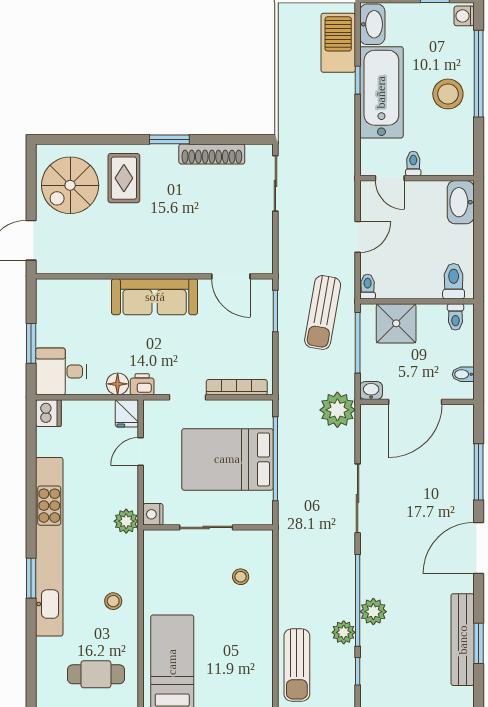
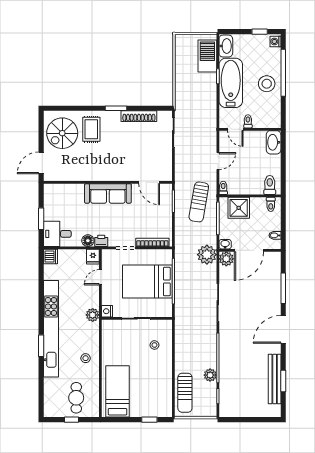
plant: (373, 612) -> (226, 259), moved
cafe table: (96, 674) -> (76, 398), turned 90

